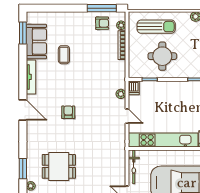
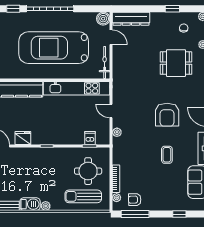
window: (55, 8) -> (179, 214), added
coffee table: (64, 55) -> (167, 155), moved
round table: (162, 56) -> (88, 171), moved
dishwasher: (134, 88) -> (90, 138), moved
armchair: (68, 112) -> (167, 115), width x1.88, depth x1.88

